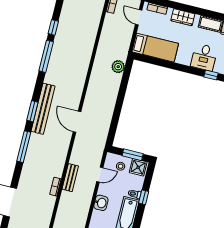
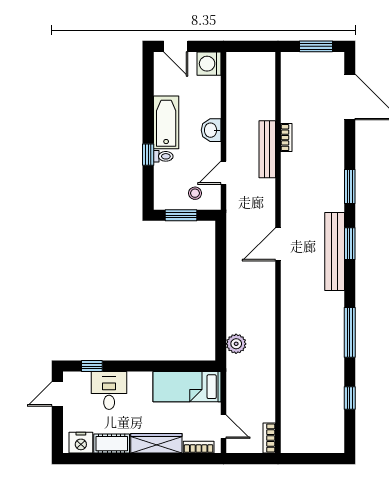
wardrobe: (183, 17) -> (156, 443), width x1.50
window: (53, 27) -> (350, 398), moved
door: (77, 122) -> (278, 244), swing flipped
window: (24, 147) -> (350, 186), width x0.69
shower: (138, 167) -> (168, 198), removed
bench: (70, 178) -> (267, 149), width x1.36

